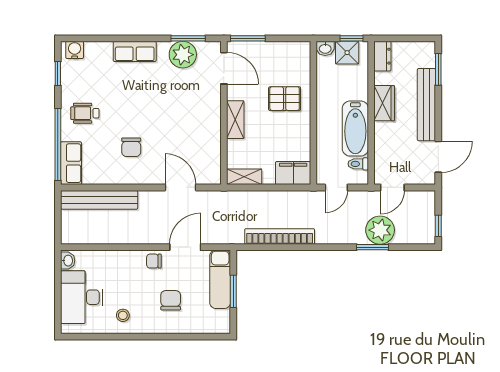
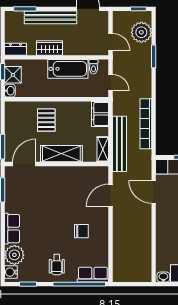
plant: (183, 55) -> (14, 255), moved
shelving: (235, 120) -> (61, 154), width x1.50, depth x1.33
bench: (99, 200) -> (119, 144), moved
plant: (380, 230) -> (141, 32), moved
chair: (154, 261) -> (164, 215), removed

